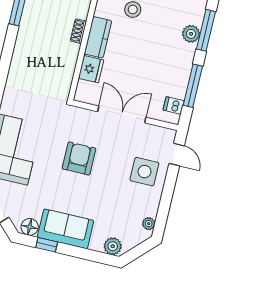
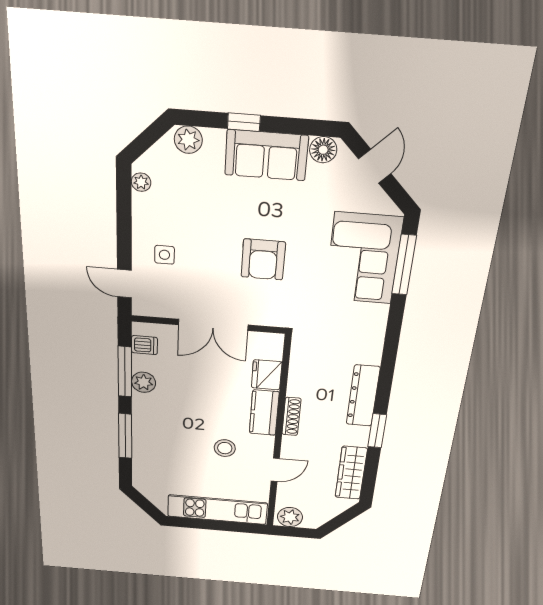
shoe rack: (78, 31) -> (291, 417), width x1.43
plant: (191, 34) -> (144, 382), moved
dresser: (24, 42) -> (363, 396), added
side table: (144, 172) -> (164, 255), width x0.54, depth x0.54
window: (47, 245) -> (244, 122), moved

